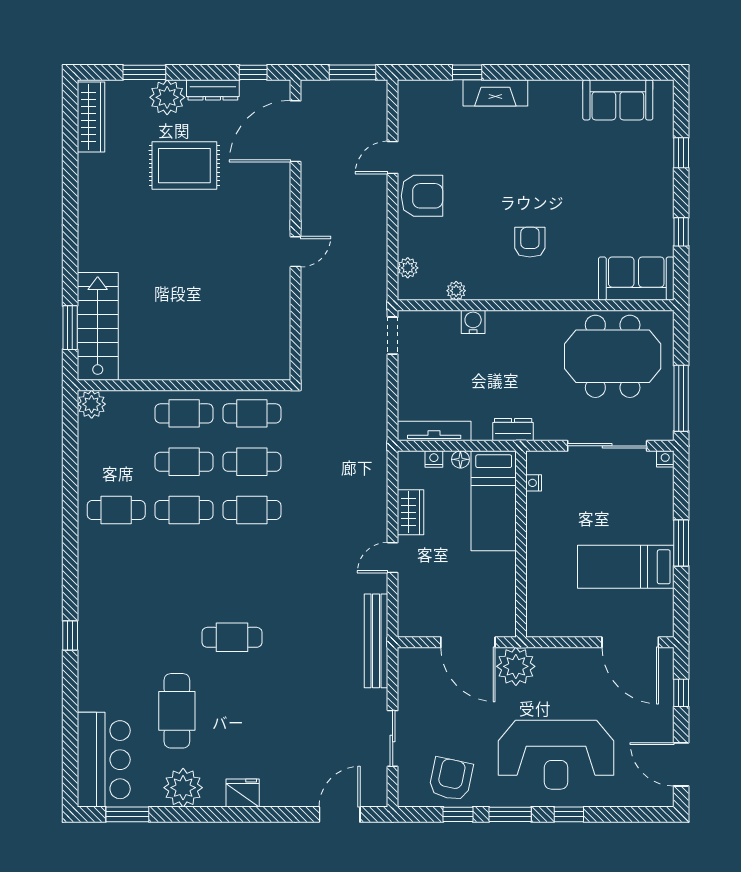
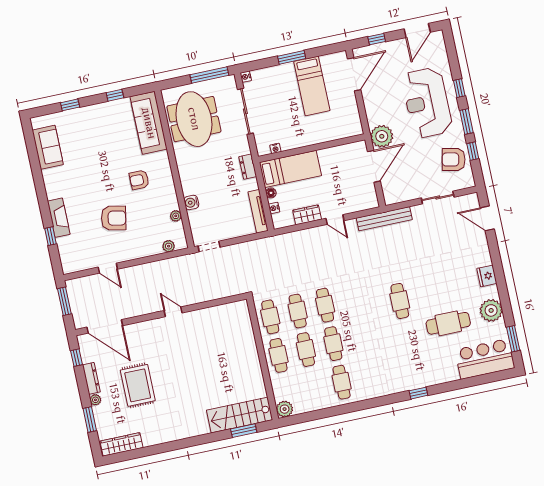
plant: (167, 97) -> (95, 400), width x0.53, depth x0.53
armchair: (422, 196) -> (114, 218), moved, turned 101
sofa: (636, 279) -> (149, 123), width x1.36
reception desk: (556, 755) -> (427, 103), turned 180

